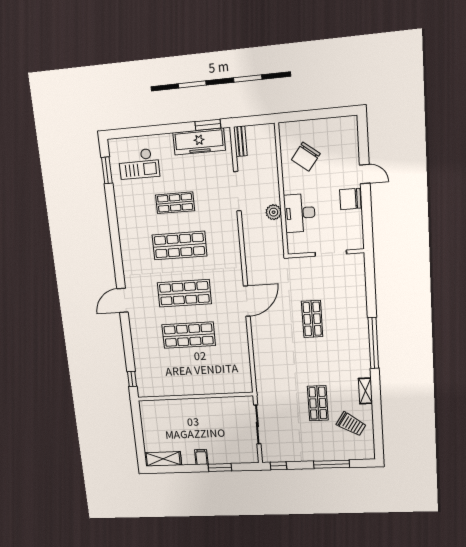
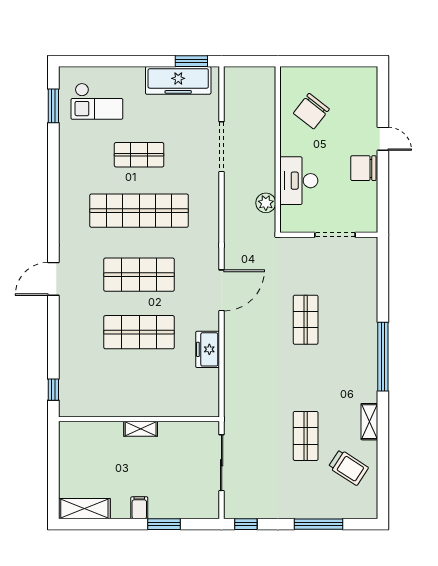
bench: (240, 141) -> (231, 85), removed
plant: (274, 212) -> (266, 203), moved
shop shelf: (179, 246) -> (139, 211), width x1.40
freezer: (240, 345) -> (208, 349), added
shelving: (197, 403) -> (141, 429), added

